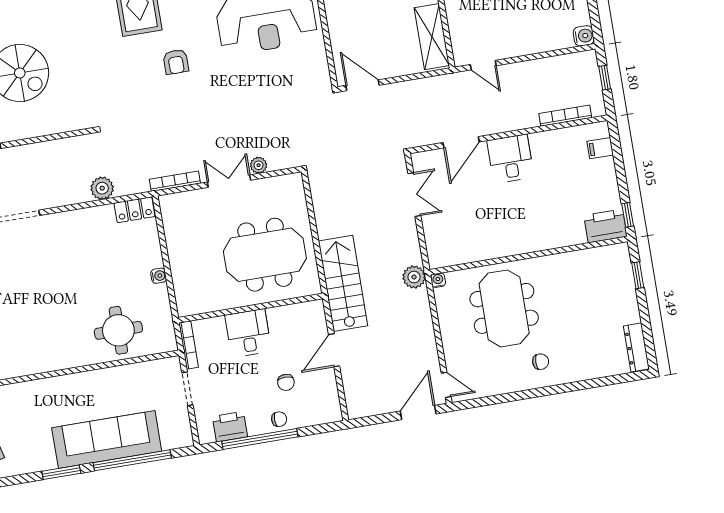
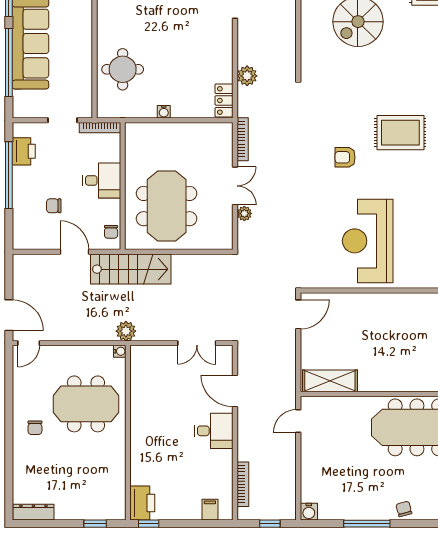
chair: (279, 419) -> (111, 232), moved

